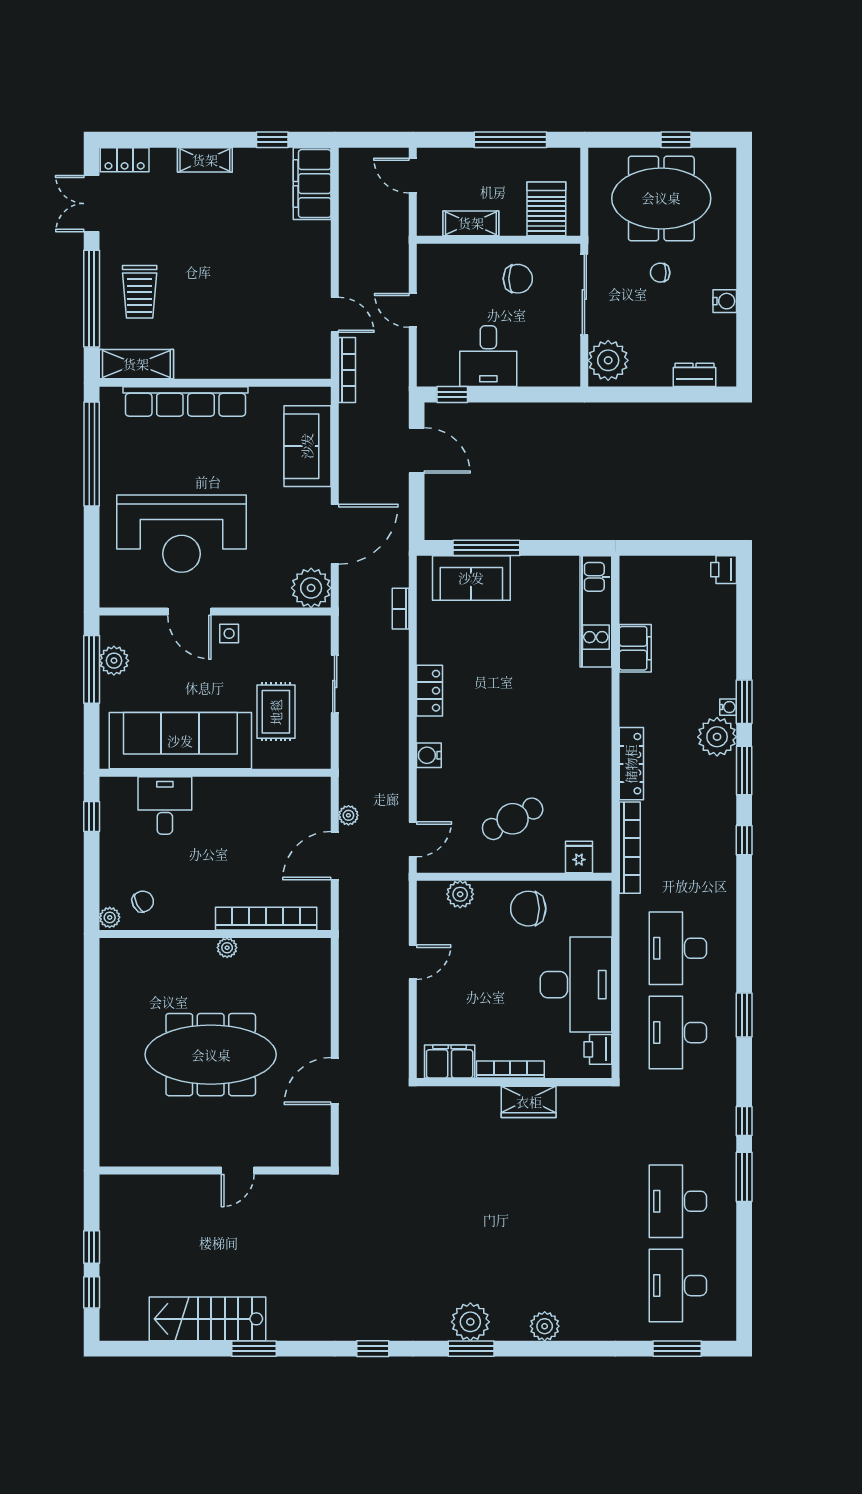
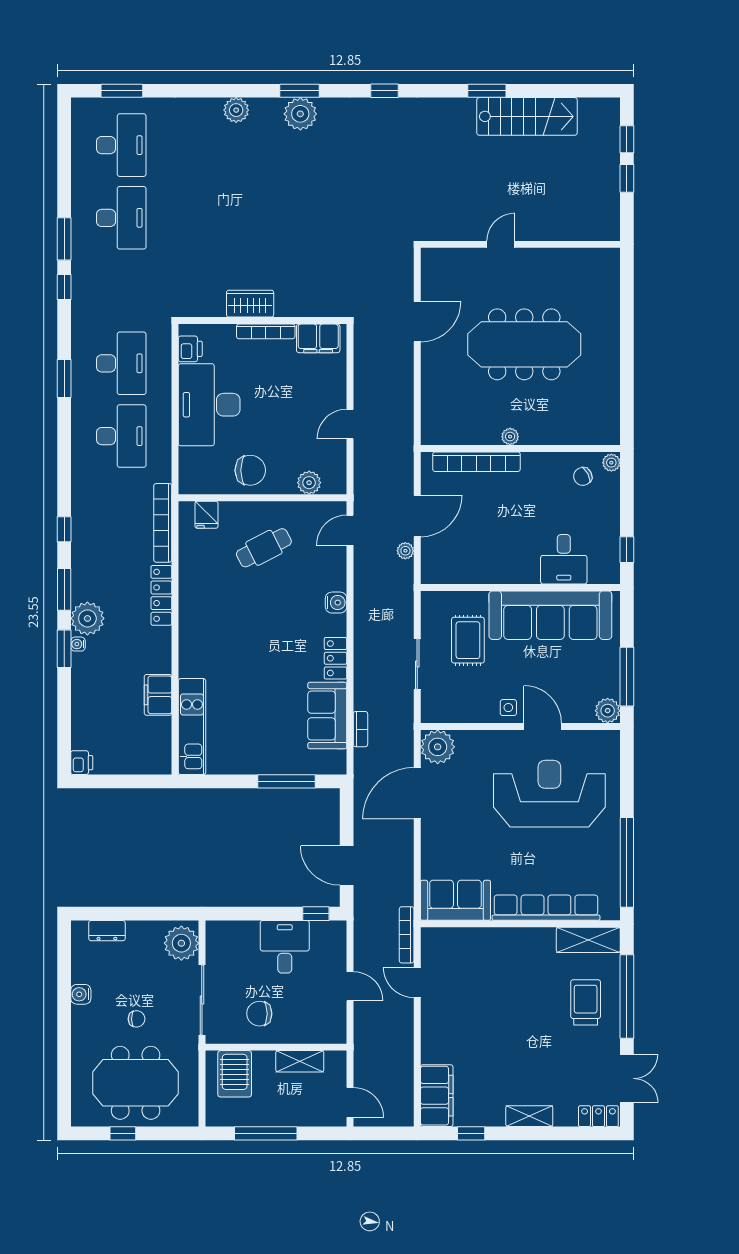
sofa: (307, 446) -> (456, 900), moved, turned -90
sofa: (471, 578) -> (327, 716), moved, turned -90
plant: (114, 661) -> (608, 711), moved

